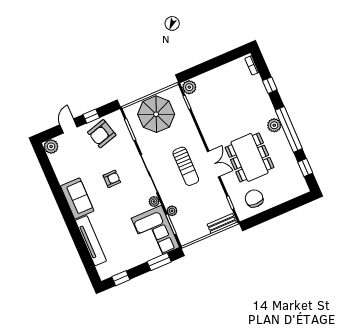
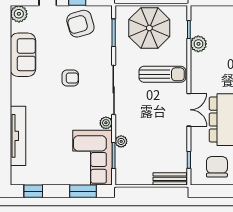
plant: (189, 87) -> (198, 44), moved
sun lounger: (186, 166) -> (162, 74), moved, turned -90
sofa: (77, 198) -> (23, 55), moved

